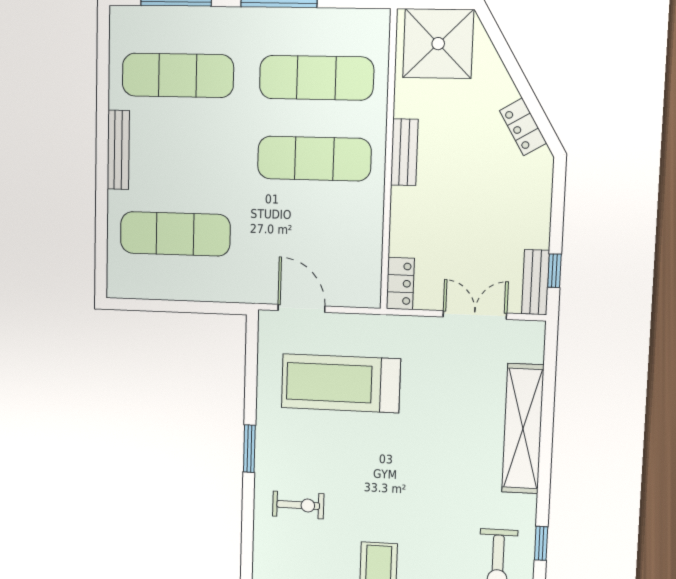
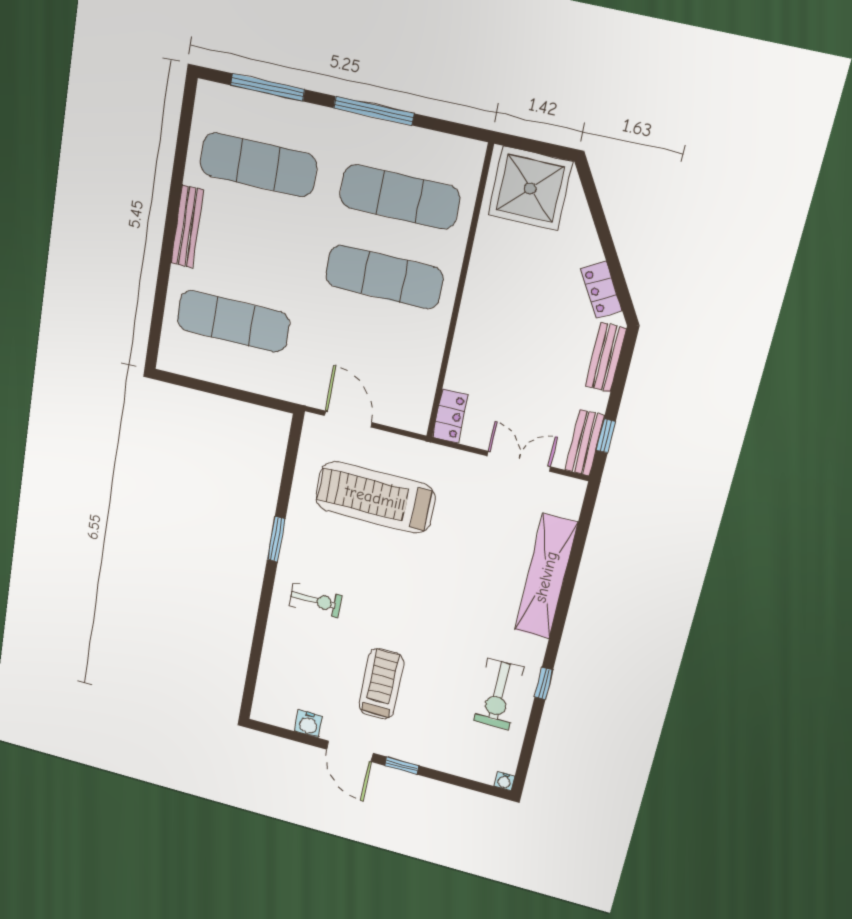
bench: (404, 152) -> (606, 357), moved

